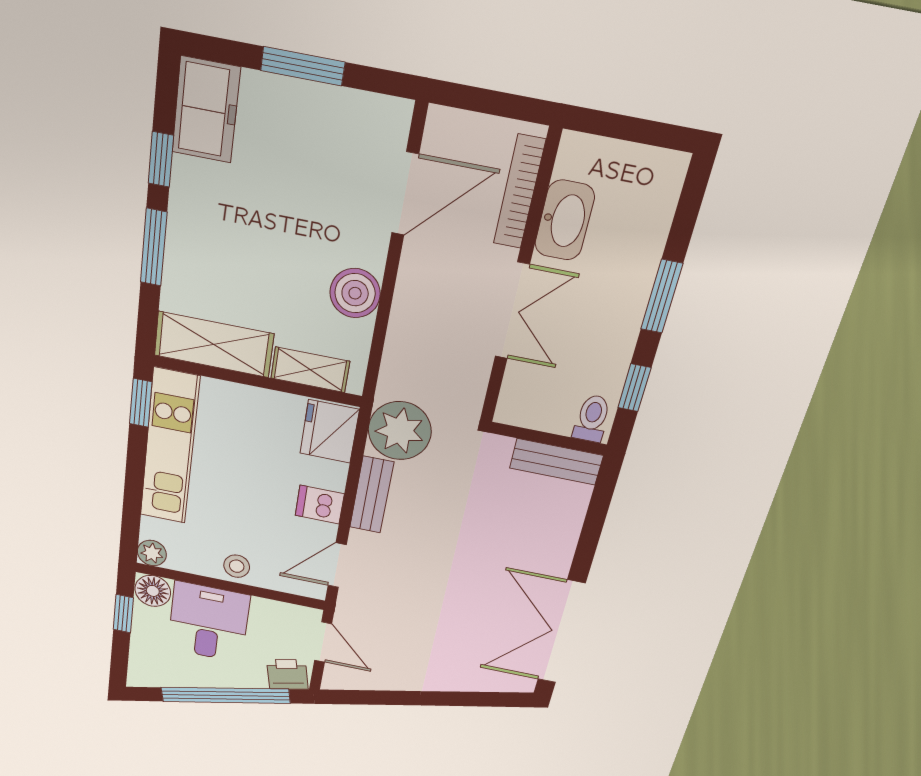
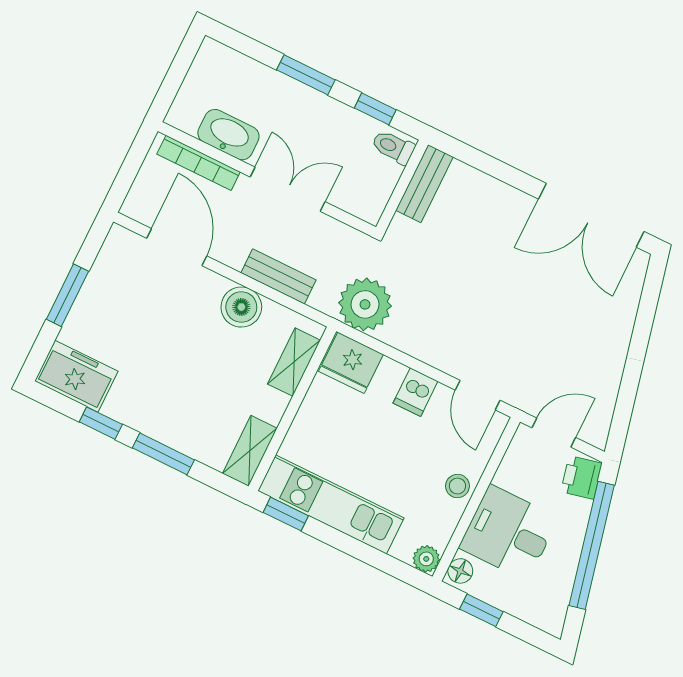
shelving: (214, 344) -> (250, 451), width x0.67, depth x0.75
bench: (372, 495) -> (278, 276), moved
floor lamp: (153, 591) -> (460, 571), width x0.73, depth x0.73

